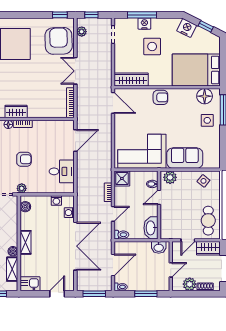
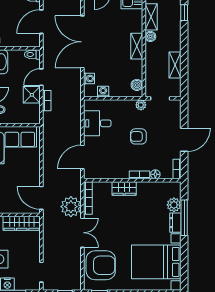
plant: (82, 32) -> (71, 207), moved, width x1.88, depth x1.88
armchair: (59, 41) -> (101, 265), turned -88
wardrobe: (16, 111) -> (124, 188), moved
shower: (122, 178) -> (32, 95), moved

